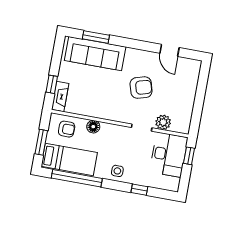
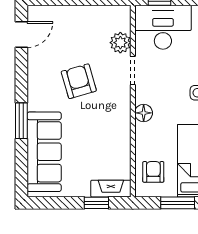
window: (96, 37) -> (21, 121), moved
door: (170, 50) -> (21, 35), moved
floor lamp: (93, 127) -> (144, 113), moved

